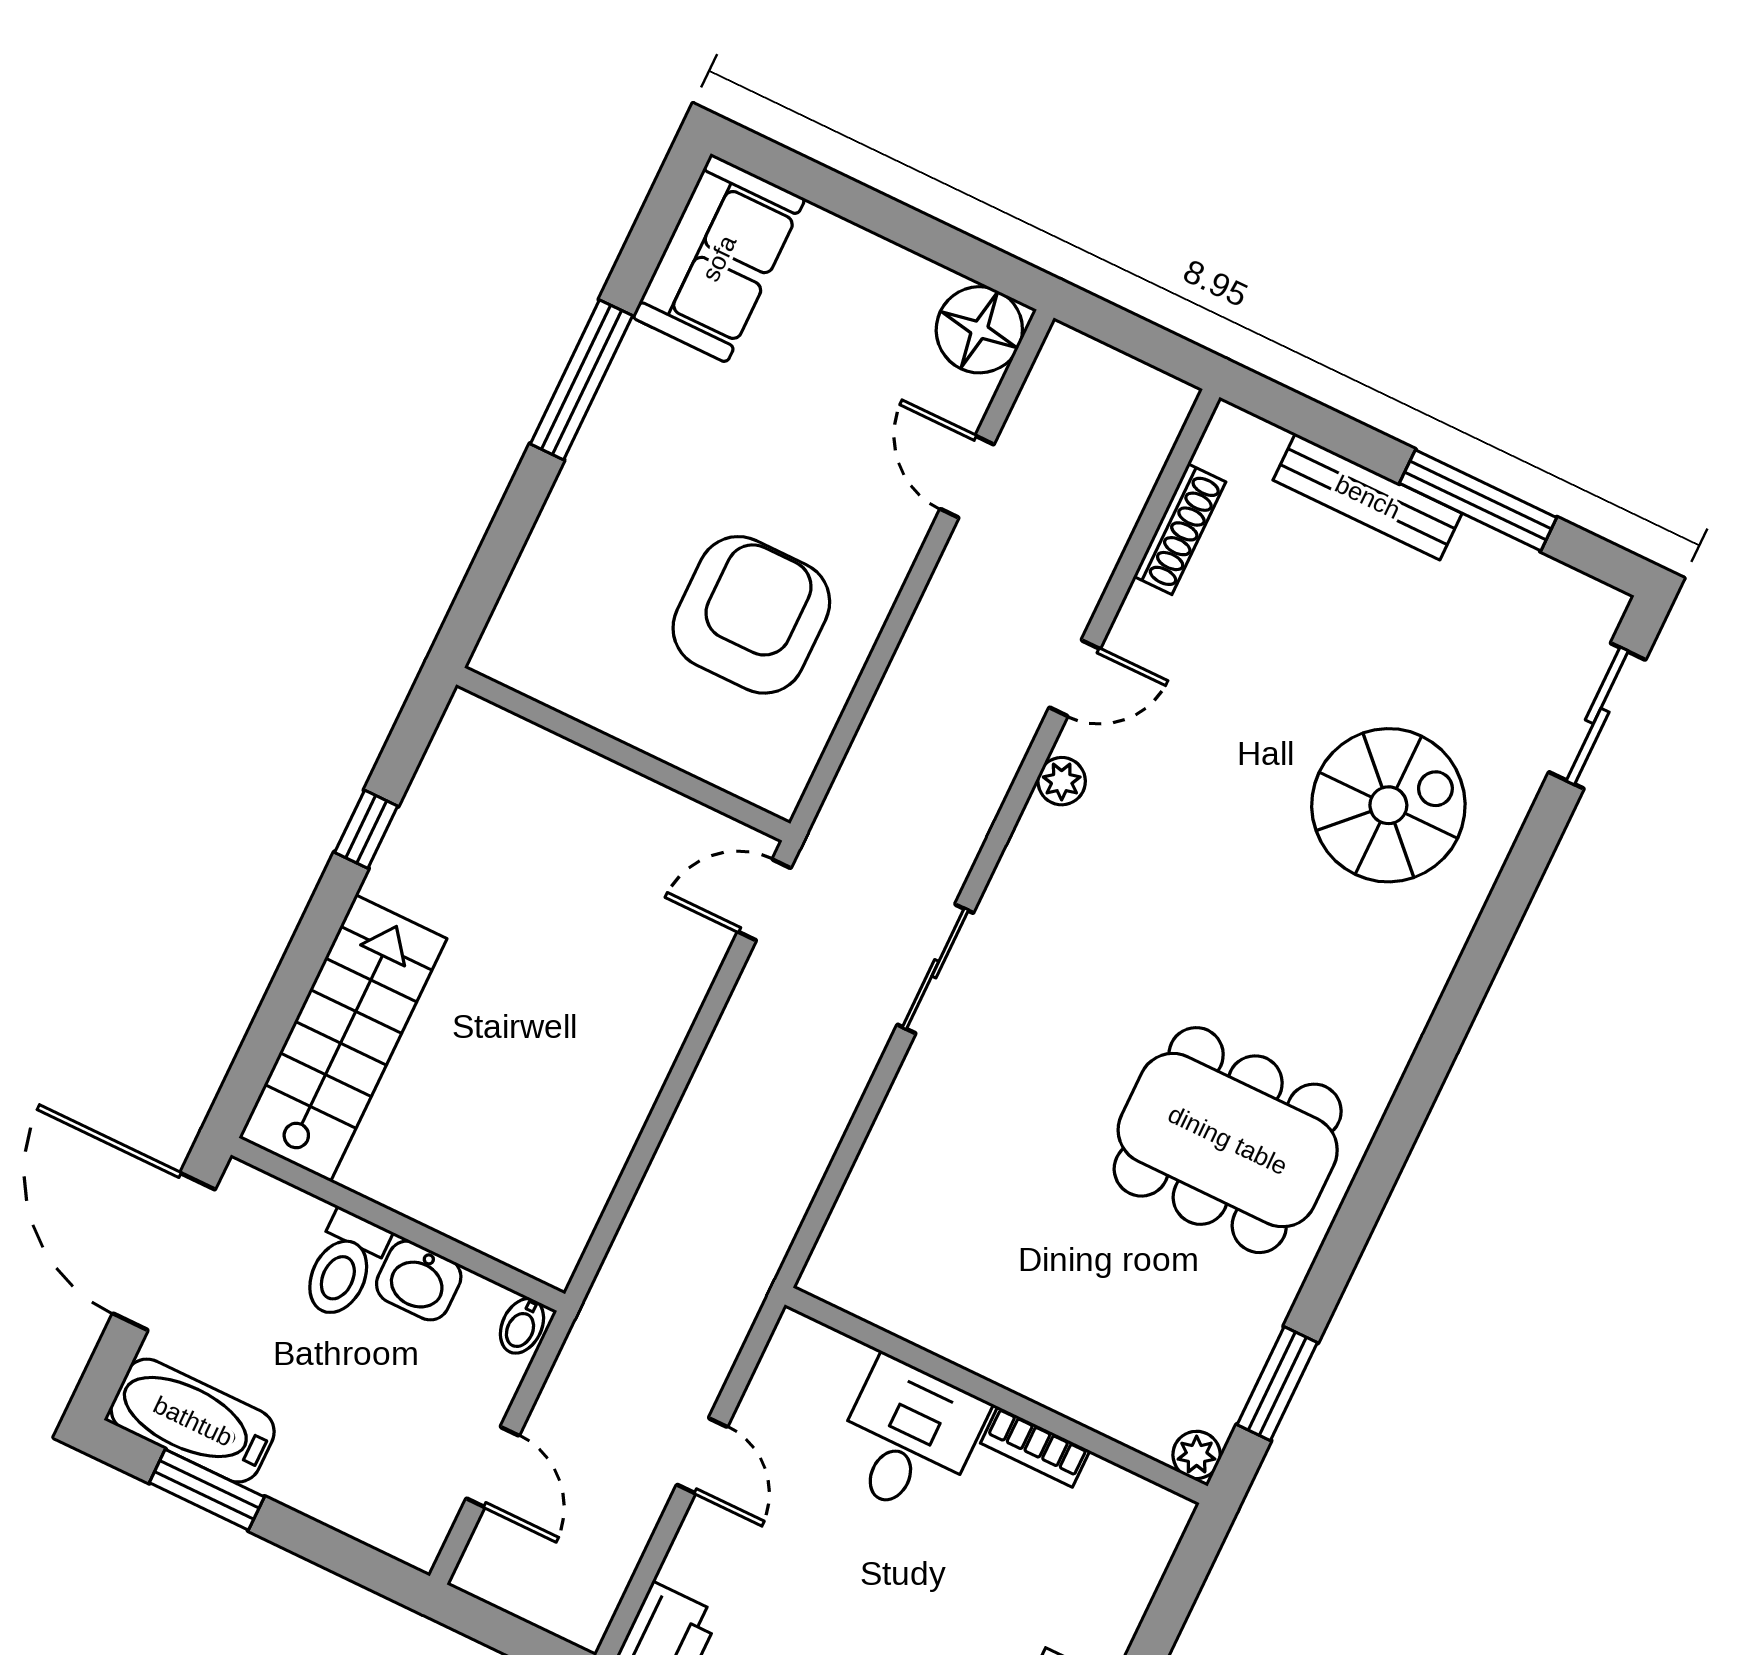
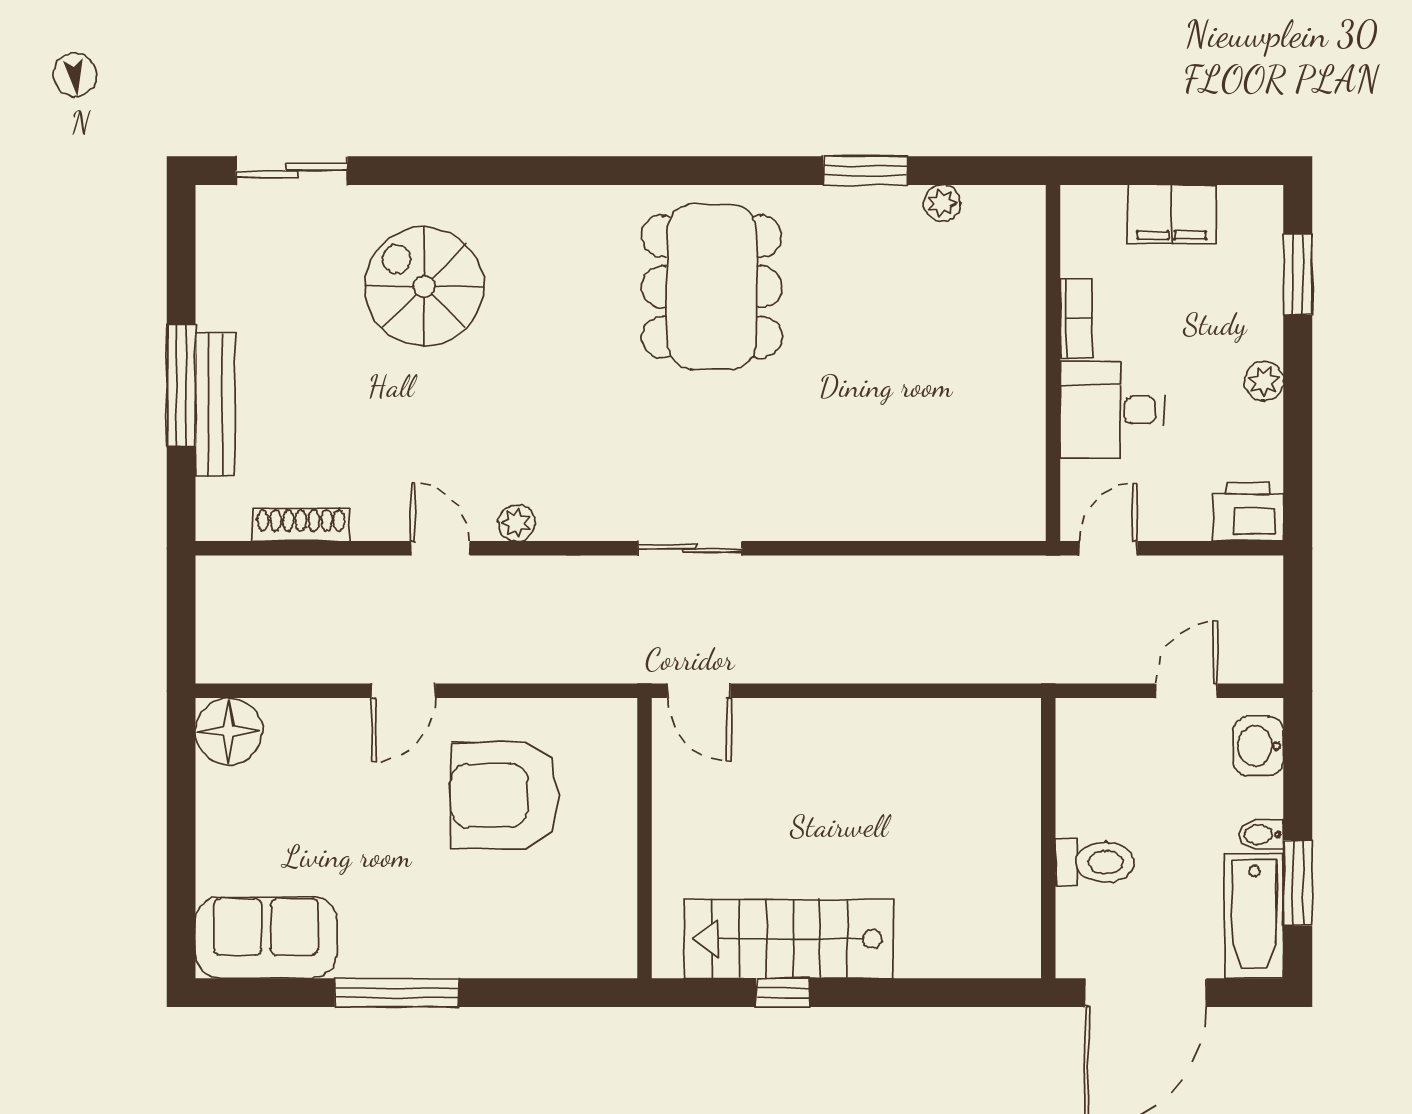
door: (967, 477) -> (403, 691), moved
window: (1478, 500) -> (181, 385), moved
stairs: (343, 1038) -> (789, 939), moved
washbasin: (419, 1280) -> (1258, 746), moved, turned 180
bidet: (522, 1326) -> (1261, 835), moved, turned 180
wall: (996, 1395) -> (1053, 363), moved
desk: (908, 1438) -> (1112, 410), moved
bookcase: (1035, 1447) -> (1076, 319), moved

